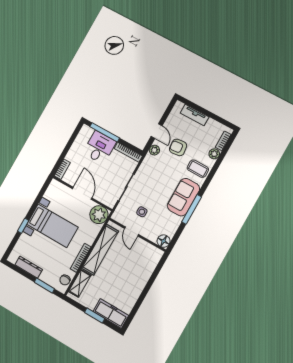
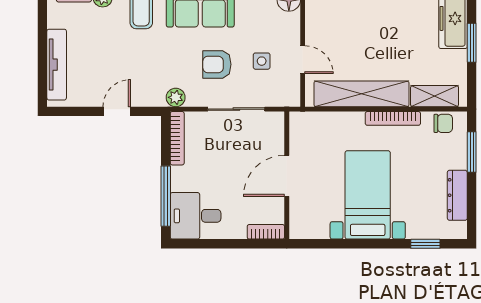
tv unit: (195, 115) -> (57, 65), width x1.41
desk: (99, 147) -> (196, 216), moved
armchair: (178, 147) -> (217, 64), moved, turned 96
plant: (154, 150) -> (176, 97), moved
plant: (99, 215) -> (306, 128), removed
window: (23, 226) -> (425, 244), moved
door: (132, 231) -> (303, 60), hinge flipped

